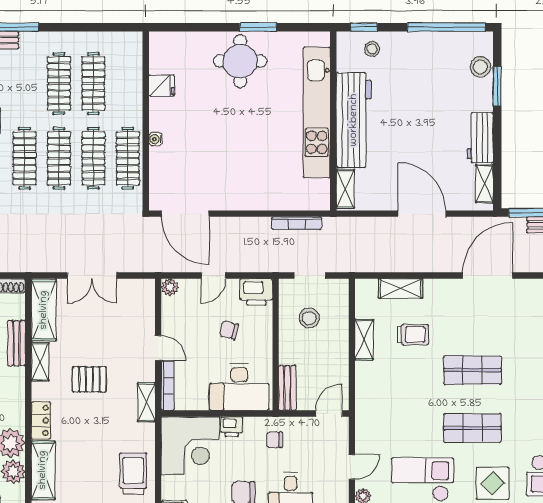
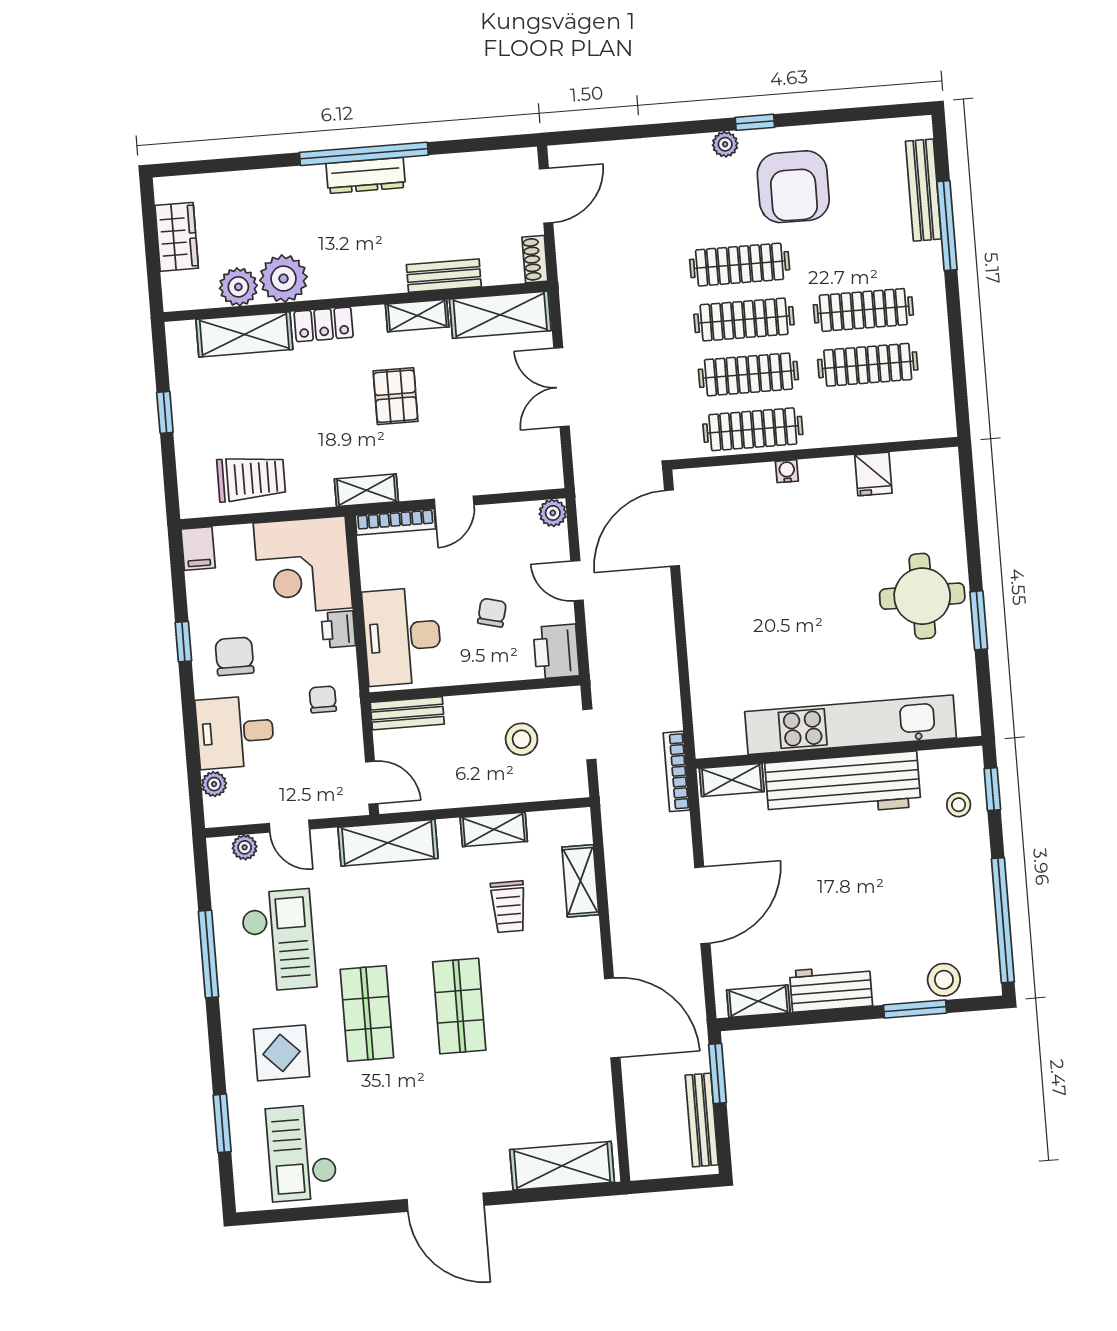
bookcase: (297, 223) -> (676, 771), moved
shelving: (367, 406) -> (388, 843), added

